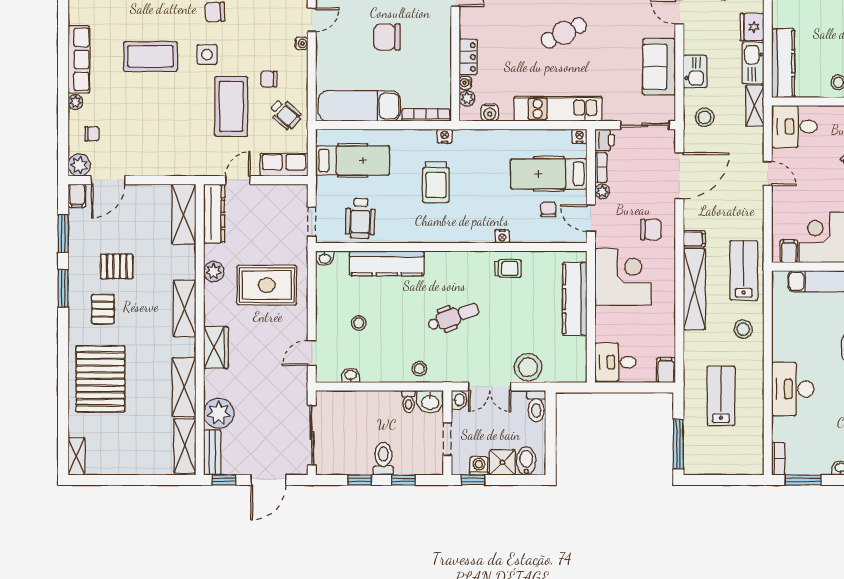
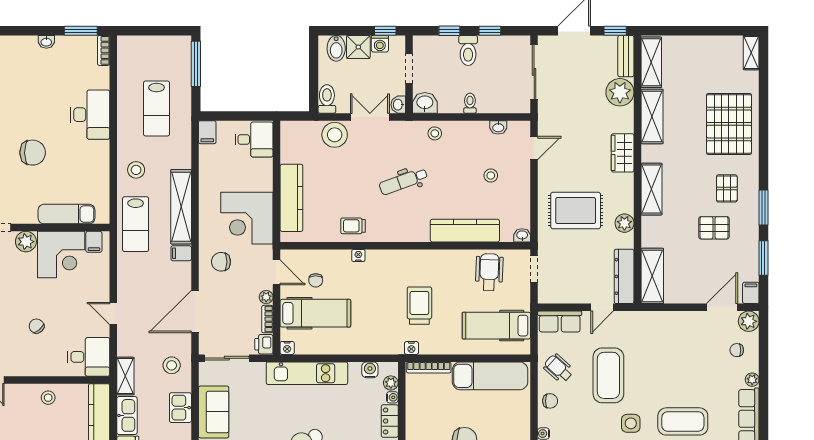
chair: (269, 79) -> (550, 401), moved
toilet: (409, 401) -> (470, 103), moved

